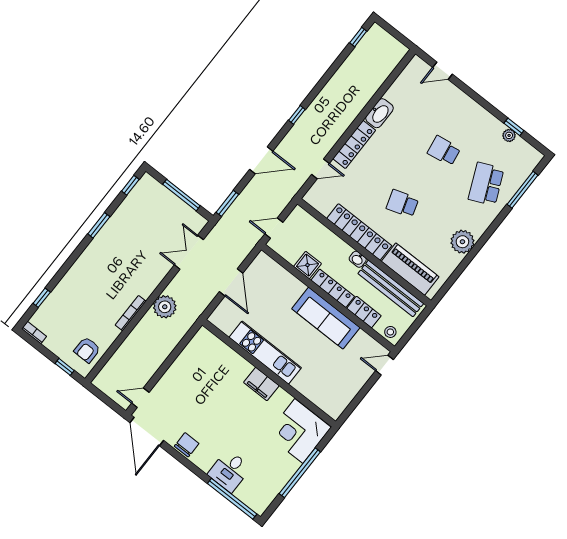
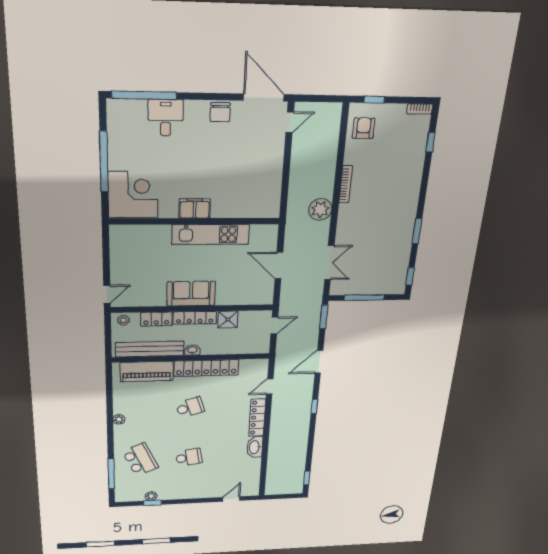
plant: (462, 242) -> (119, 419), width x0.53, depth x0.53
sofa: (326, 318) -> (191, 294), width x0.73

